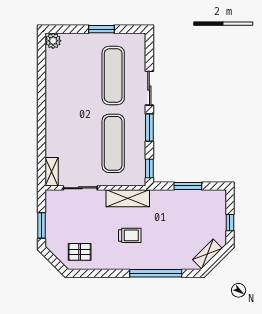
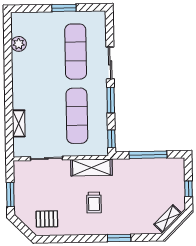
plant: (53, 41) -> (19, 44), moved
shelving: (52, 172) -> (19, 123), moved
window: (188, 186) -> (148, 155), width x1.44
trolley: (130, 235) -> (94, 202), turned 90
window: (156, 273) -> (119, 238), width x0.47

